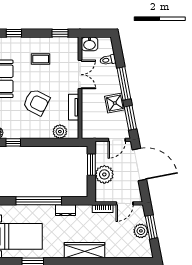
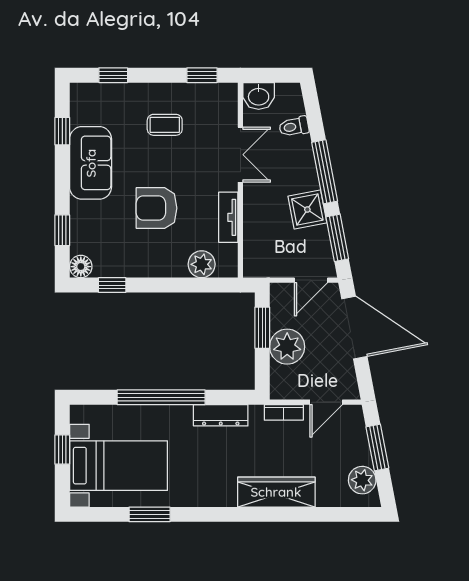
armchair: (36, 102) -> (157, 208), turned 153
dresser: (65, 210) -> (221, 415), width x1.44
plant: (141, 231) -> (362, 480), moved
wardrobe: (85, 250) -> (276, 492), moved

